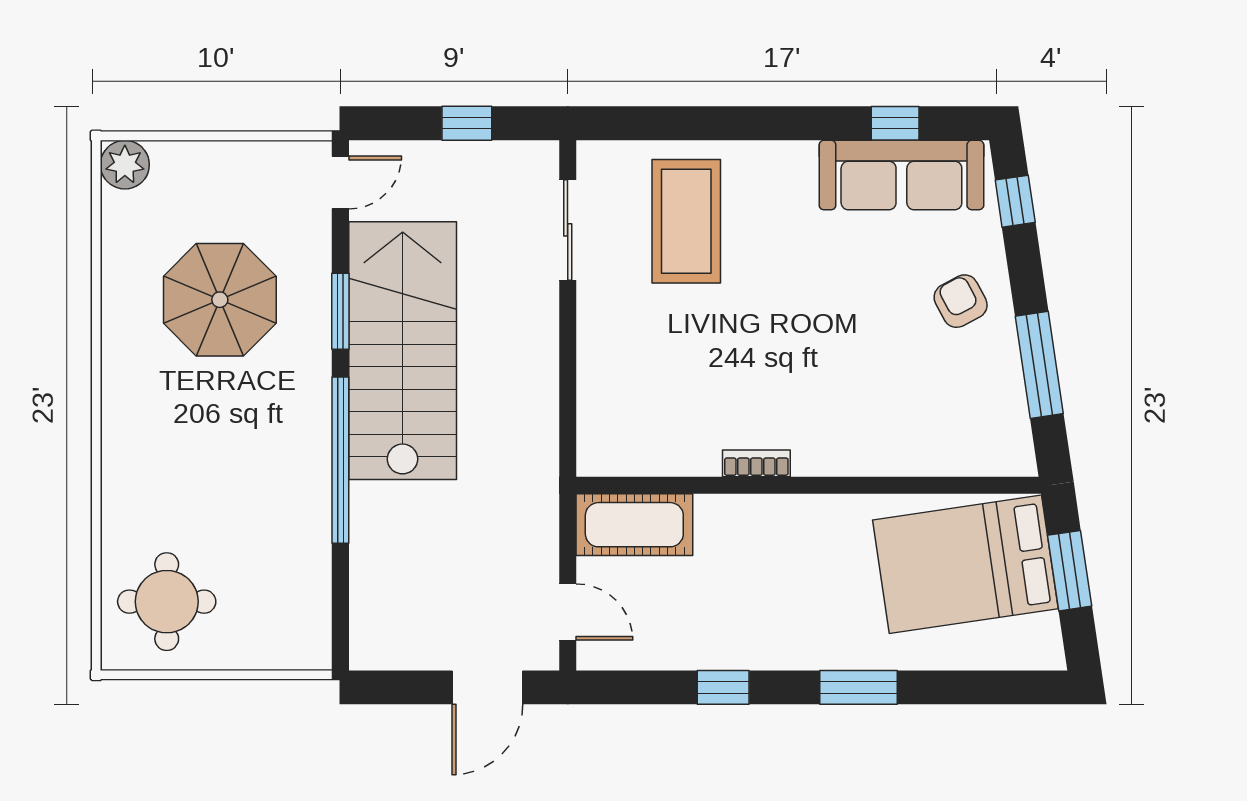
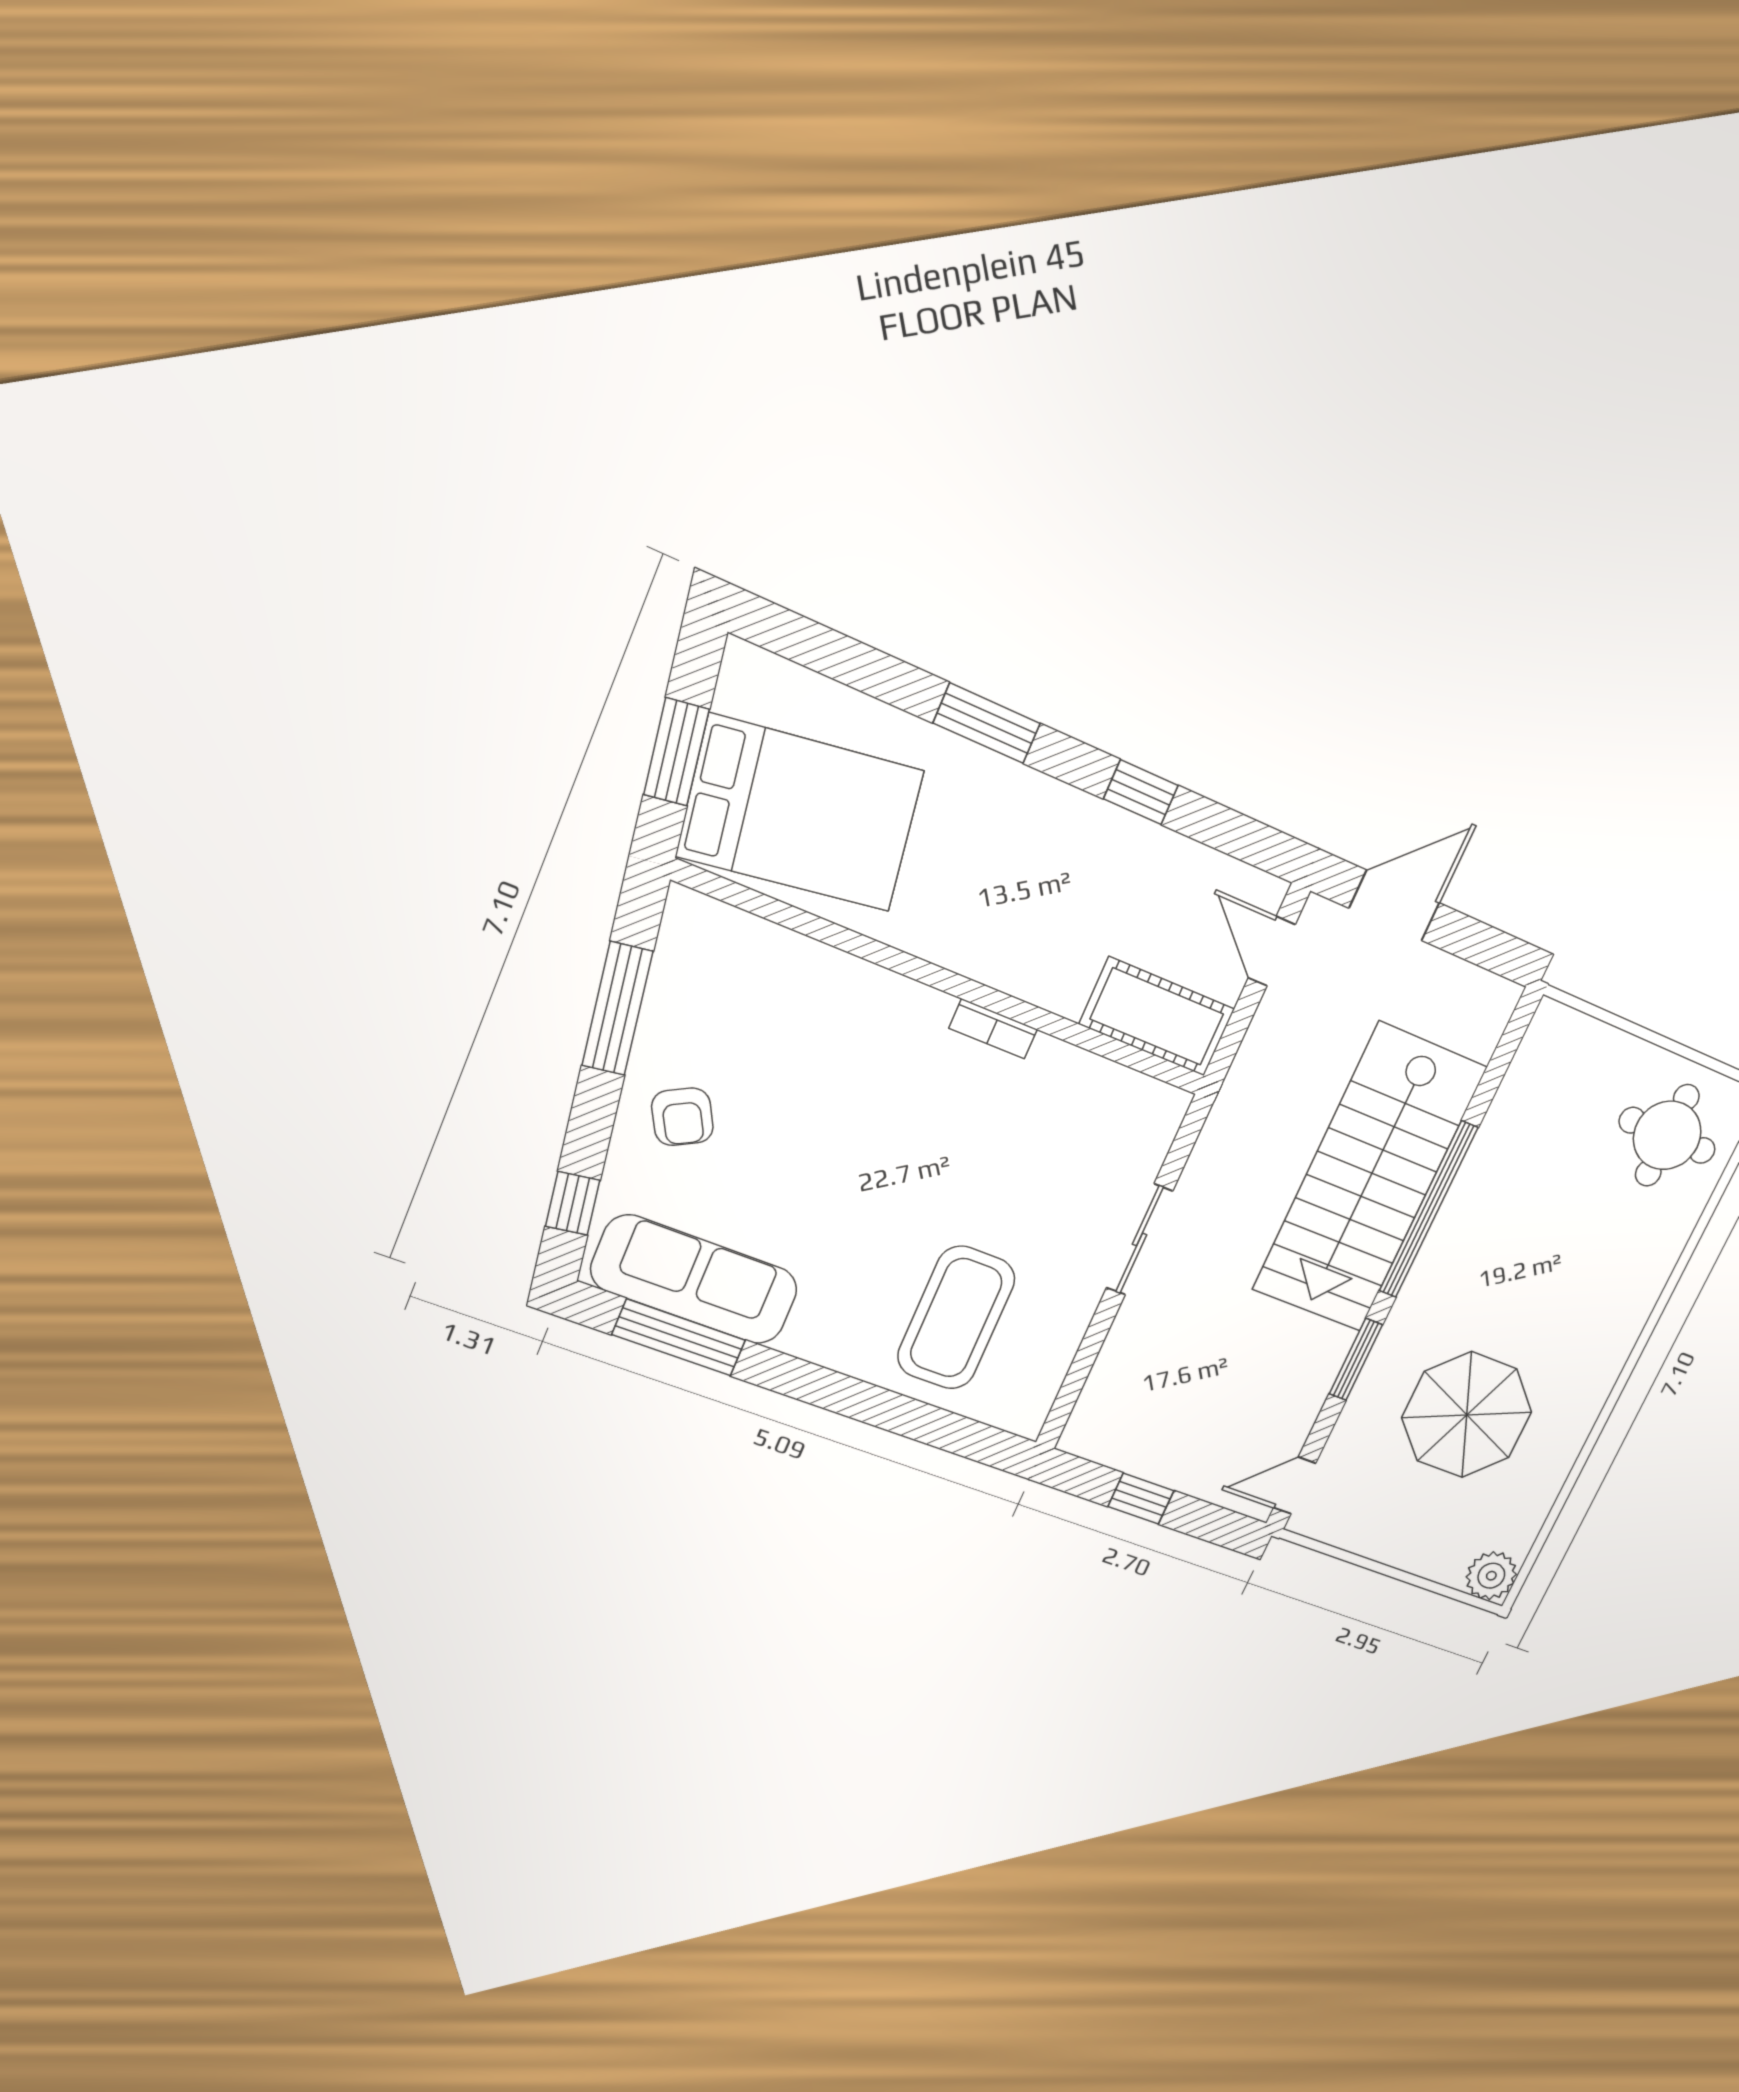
window: (895, 123) -> (679, 1337), width x2.17
sliding door: (568, 230) -> (1139, 1239), moved
stairs: (403, 351) -> (1369, 1179), moved

